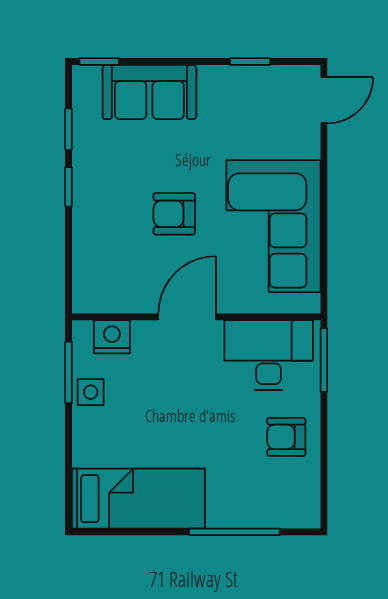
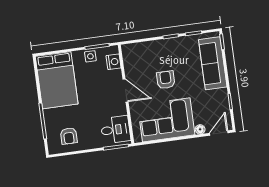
sofa: (149, 92) -> (213, 63), width x1.36
door: (324, 100) -> (219, 133), swing flipped
floor lamp: (309, 146) -> (200, 129), added
desk: (269, 355) -> (115, 130), width x0.73
armchair: (286, 437) -> (69, 136), moved, turned 180
bed: (138, 499) -> (57, 80), width x1.50

